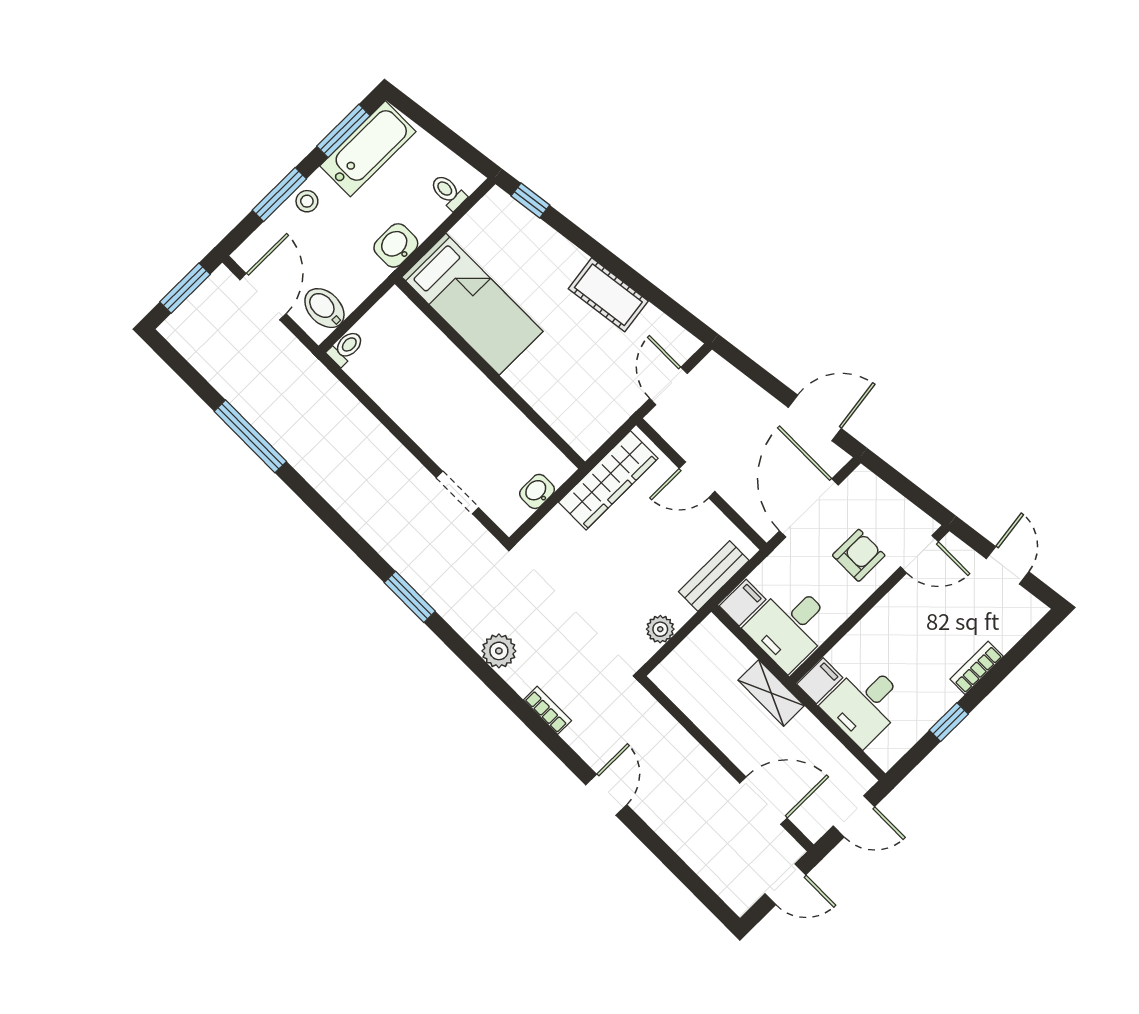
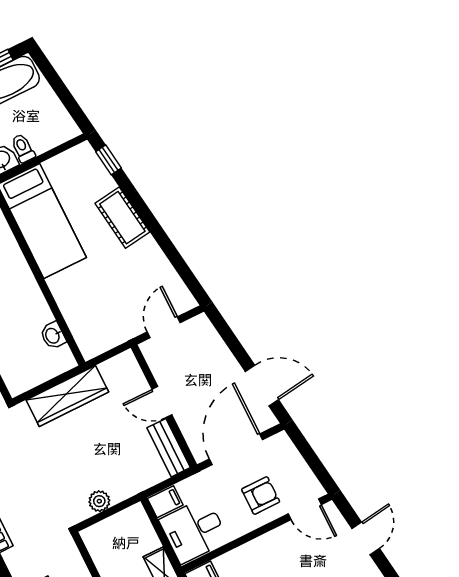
toilet: (448, 192) -> (23, 148), moved
cot: (608, 295) -> (122, 218), moved
wardrobe: (608, 480) -> (67, 396), moved
washbasin: (537, 491) -> (53, 335), moved, turned -90
bench: (714, 576) -> (169, 448), moved, turned 90

